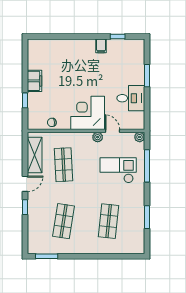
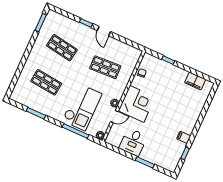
filing cabinet: (35, 81) -> (195, 81), moved
shelving: (35, 155) -> (123, 48), removed
checkout: (118, 170) -> (82, 107), width x1.36, depth x1.21

